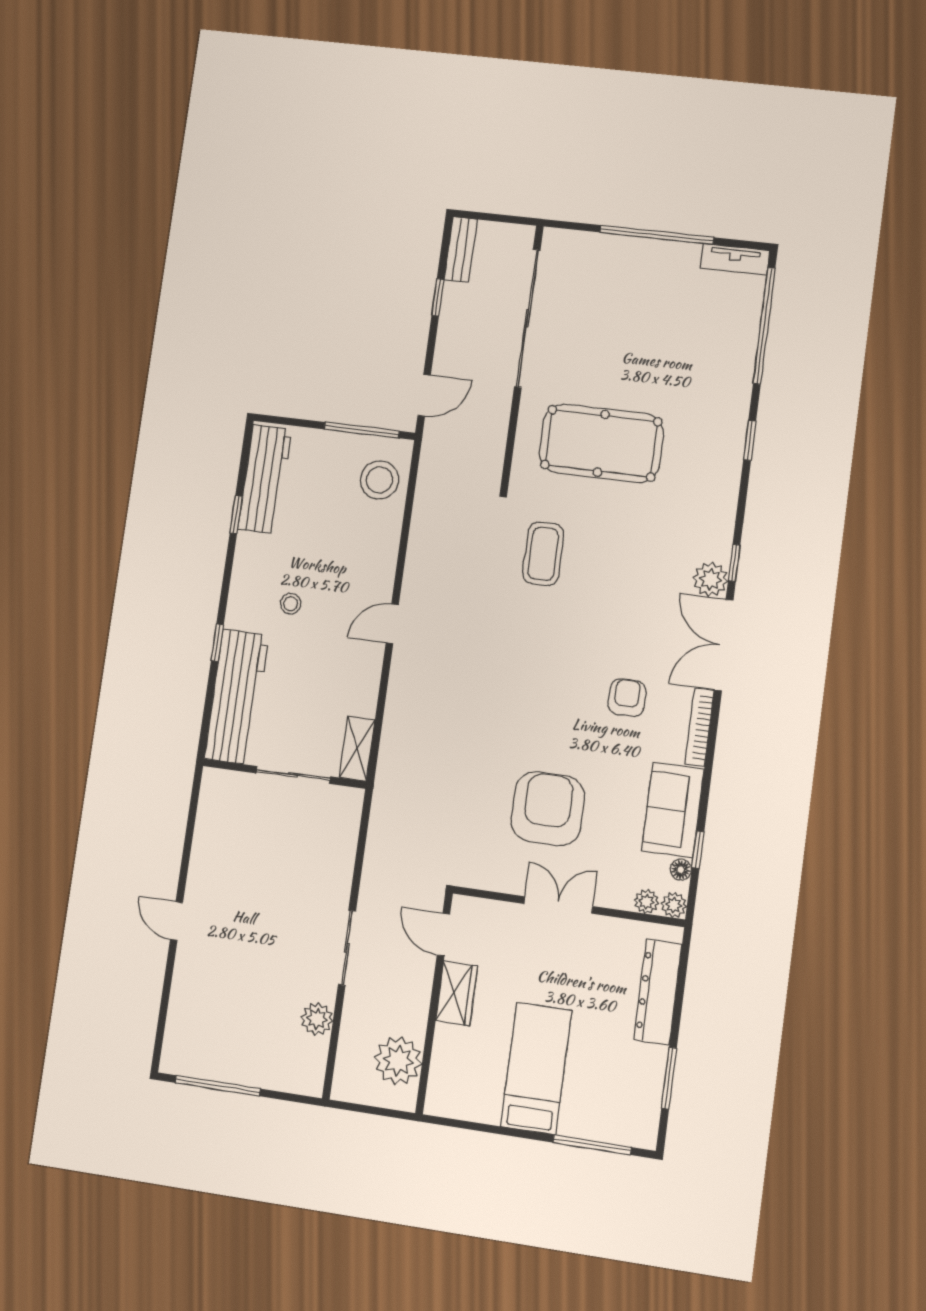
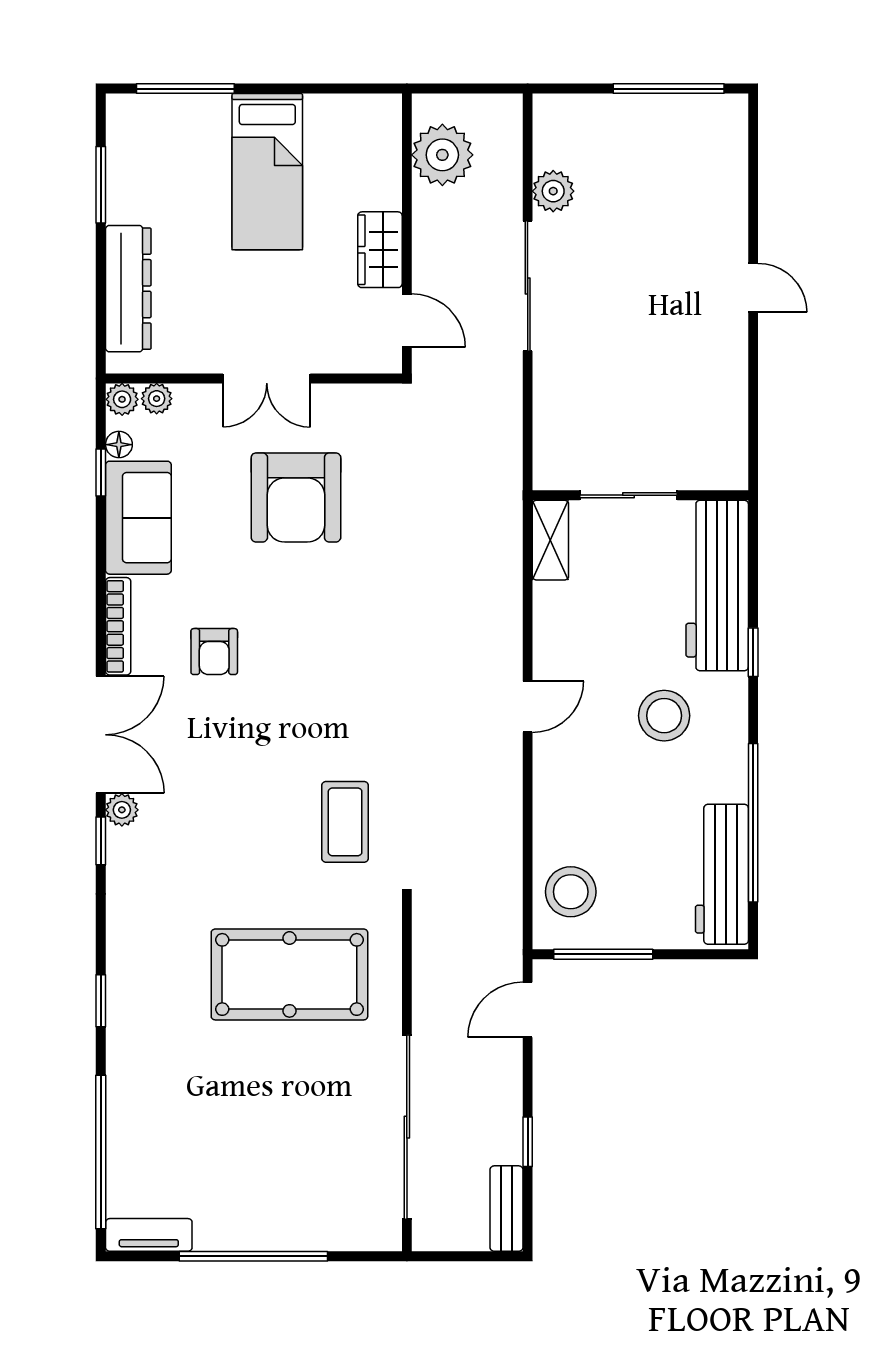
window: (236, 515) -> (753, 823), width x3.17
plant: (711, 579) -> (122, 810), width x0.73, depth x0.73
stool: (291, 604) -> (664, 716), width x1.89, depth x1.89
sliding door: (347, 948) -> (528, 286), width x1.37

